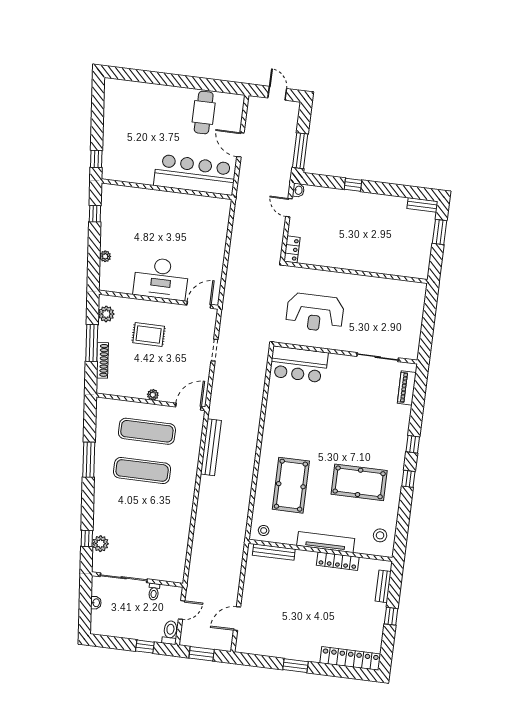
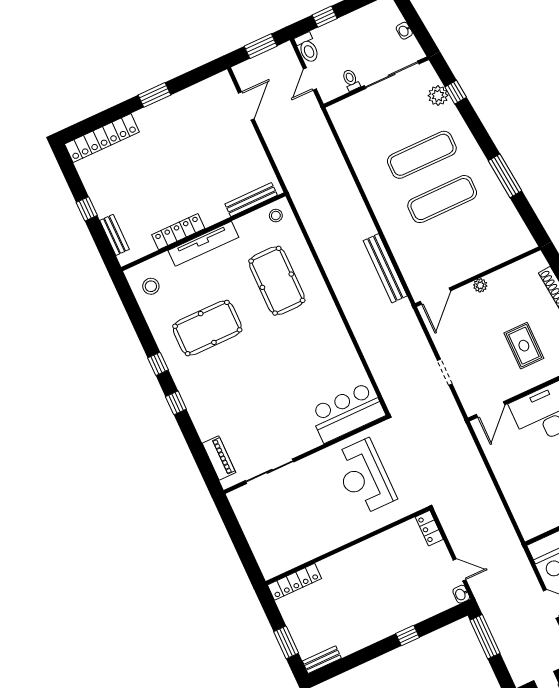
locker: (408, 270) -> (294, 582), added
reception desk: (315, 313) -> (364, 477), turned -90
rug: (149, 335) -> (524, 346), turned 90
exercise mat: (147, 431) -> (422, 155), moved

